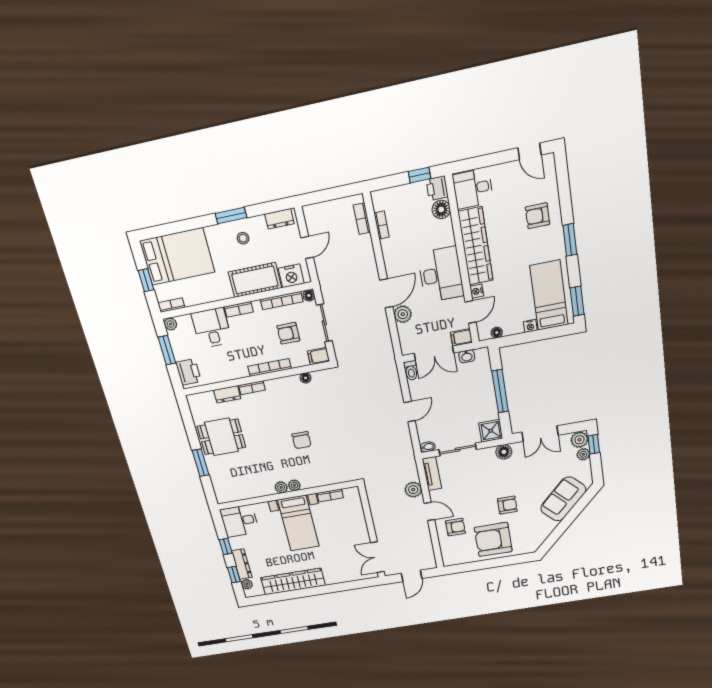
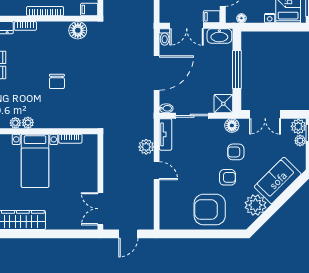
washbasin: (467, 356) -> (219, 36), width x1.91, depth x1.45
floor lamp: (306, 378) -> (78, 30), width x1.89, depth x1.89
door: (410, 412) -> (157, 73), width x1.88
plant: (294, 485) -> (15, 123), moved
armchair: (455, 527) -> (236, 152), moved, turned 180
plant: (542, 527) -> (255, 205), added

